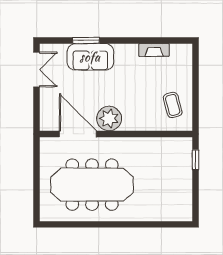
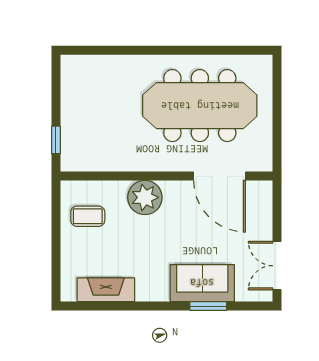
fireplace: (154, 50) -> (106, 290), width x1.37, depth x1.32
coffee table: (173, 105) -> (88, 216), turned -75
plant: (109, 118) -> (145, 197), moved

